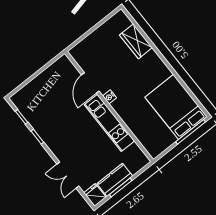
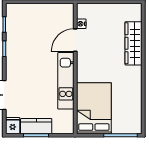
wardrobe: (136, 41) -> (134, 43), width x1.50
nightstand: (109, 97) -> (81, 24), moved
bed: (176, 107) -> (94, 108), moved

